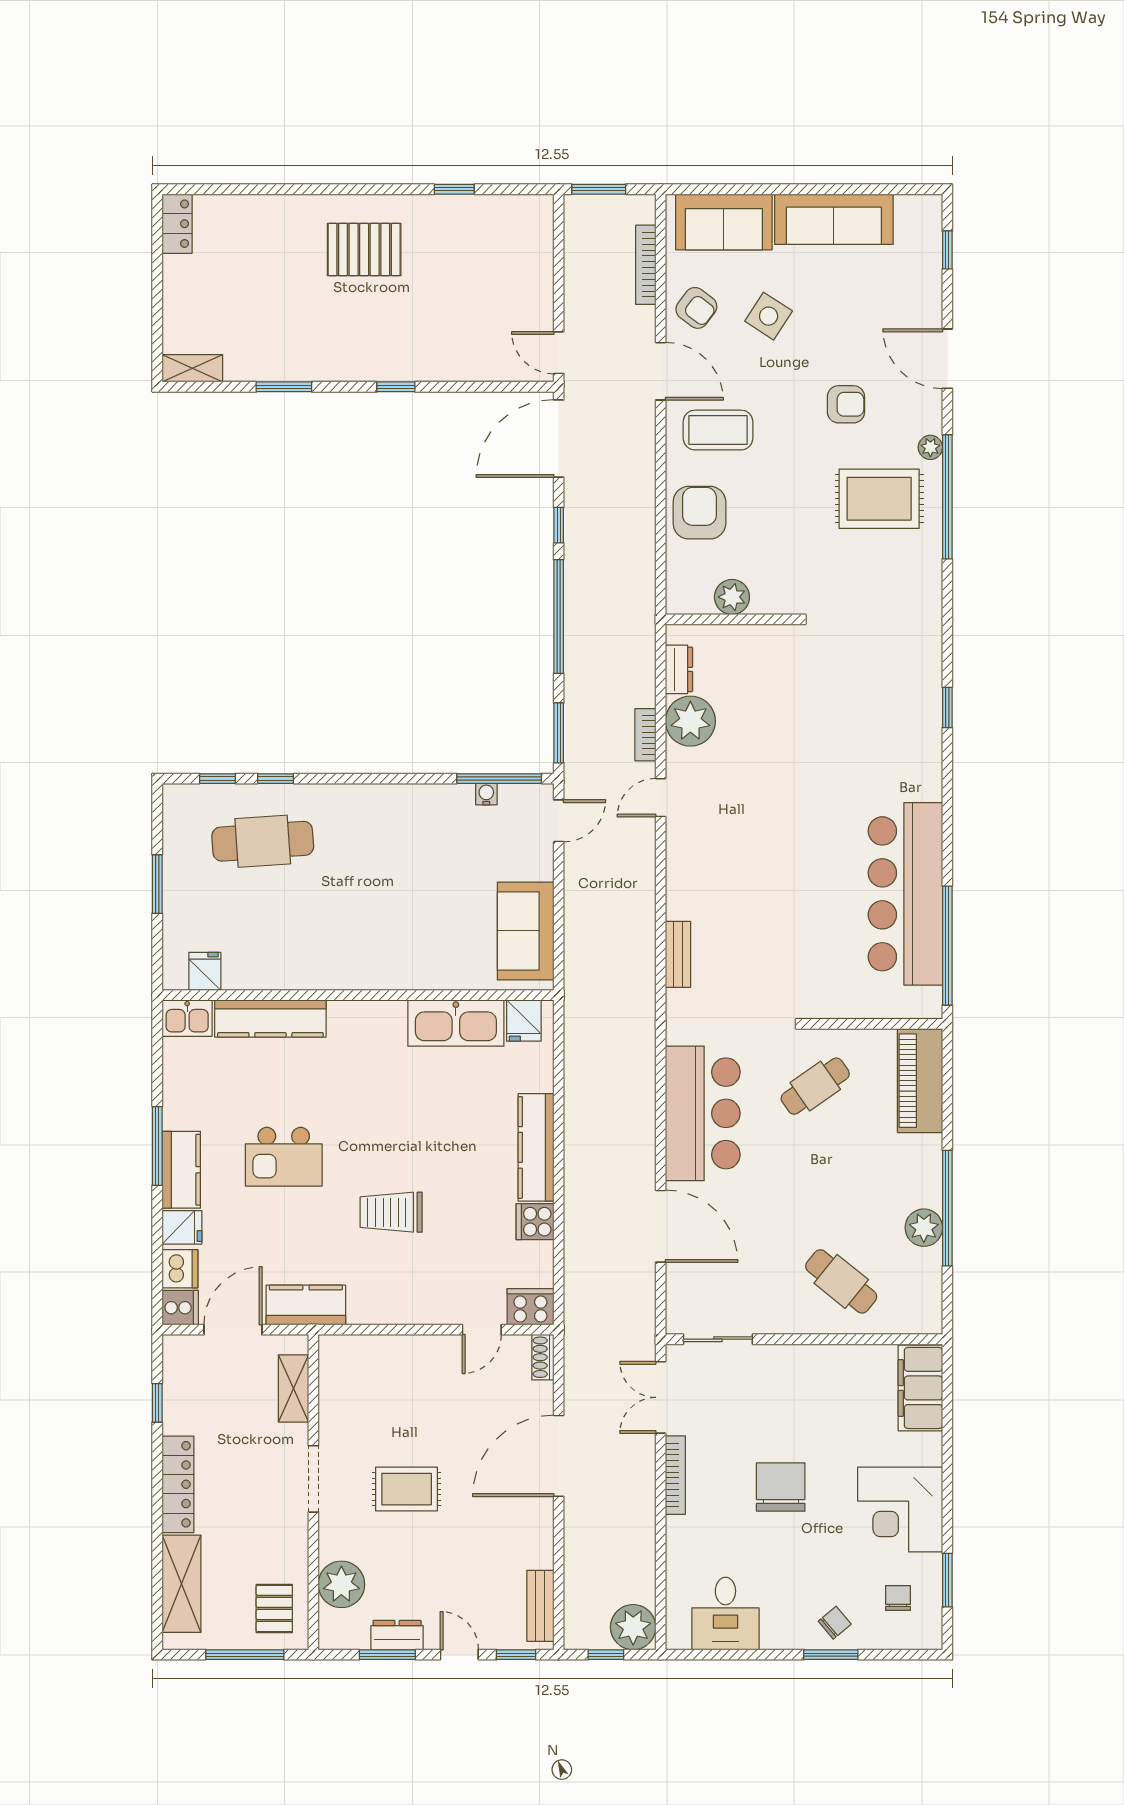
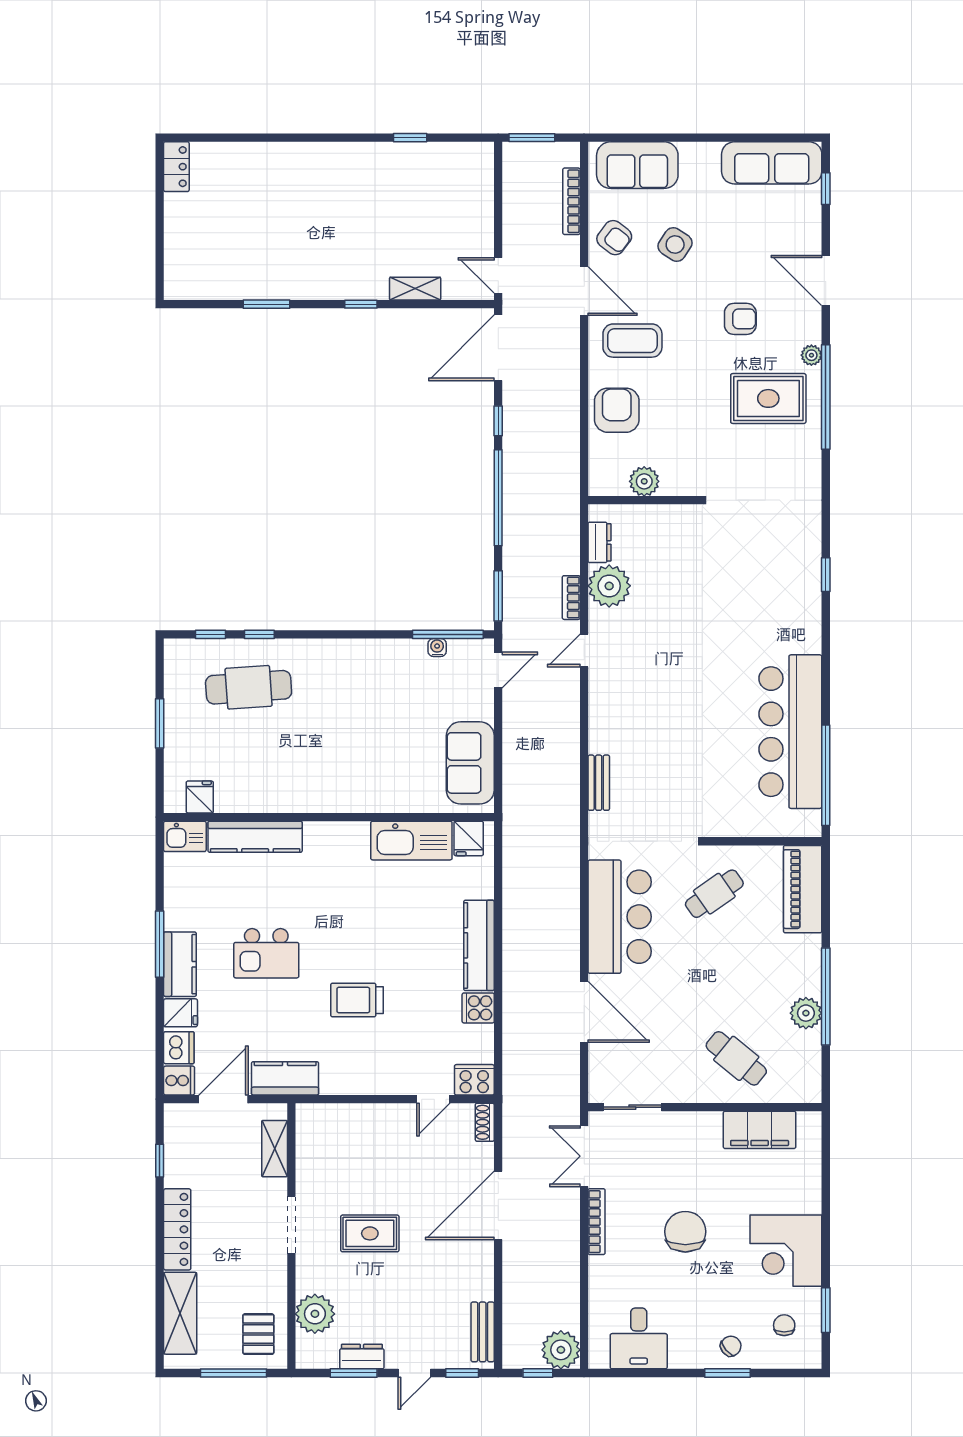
sofa: (834, 219) -> (772, 163), moved
pallet: (364, 250) -> (334, 188), removed
shelving: (192, 368) -> (415, 289), moved
filing cabinet: (920, 1388) -> (760, 1130), moved, turned -90
door: (459, 1655) -> (414, 1373), swing flipped

